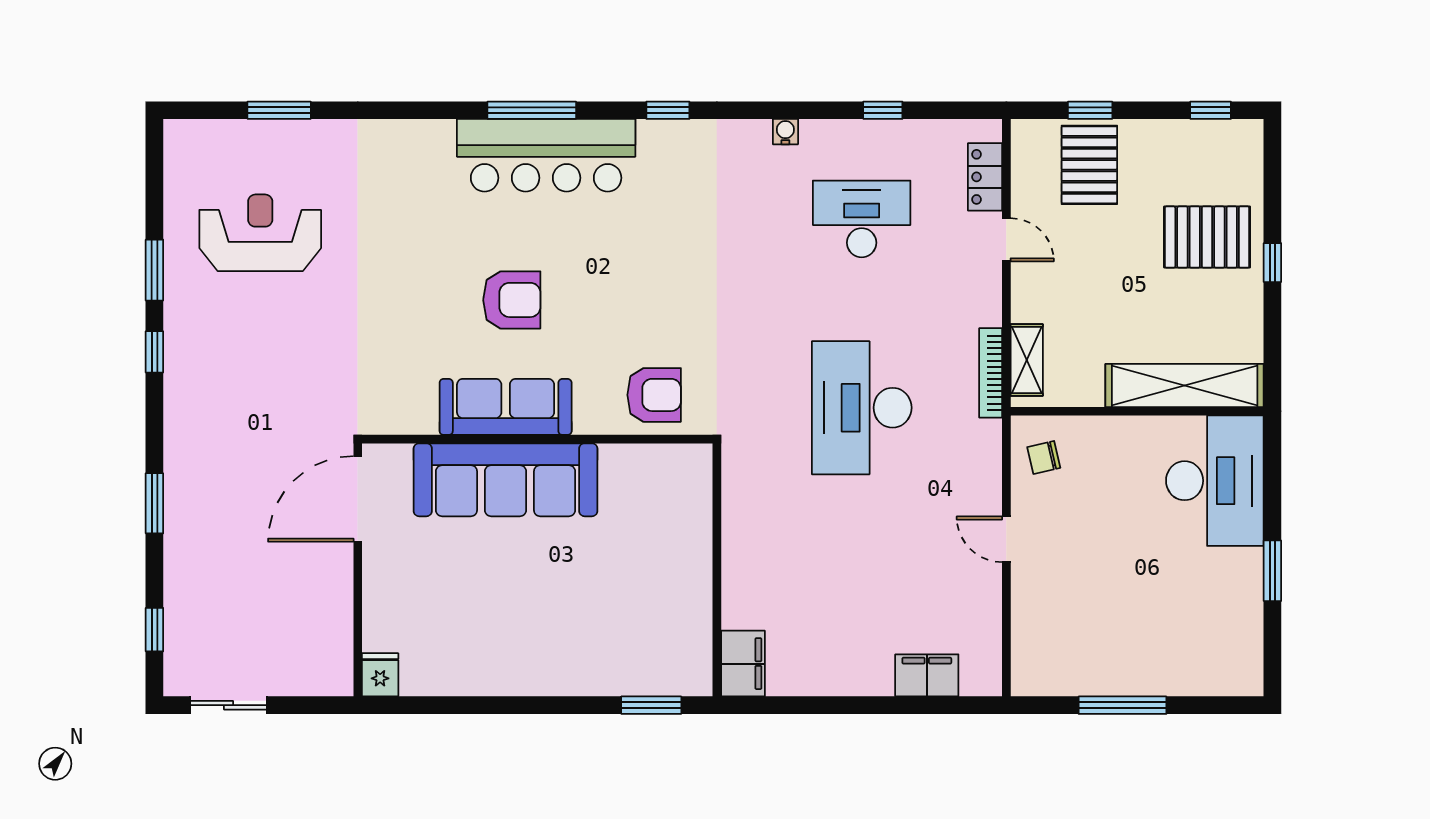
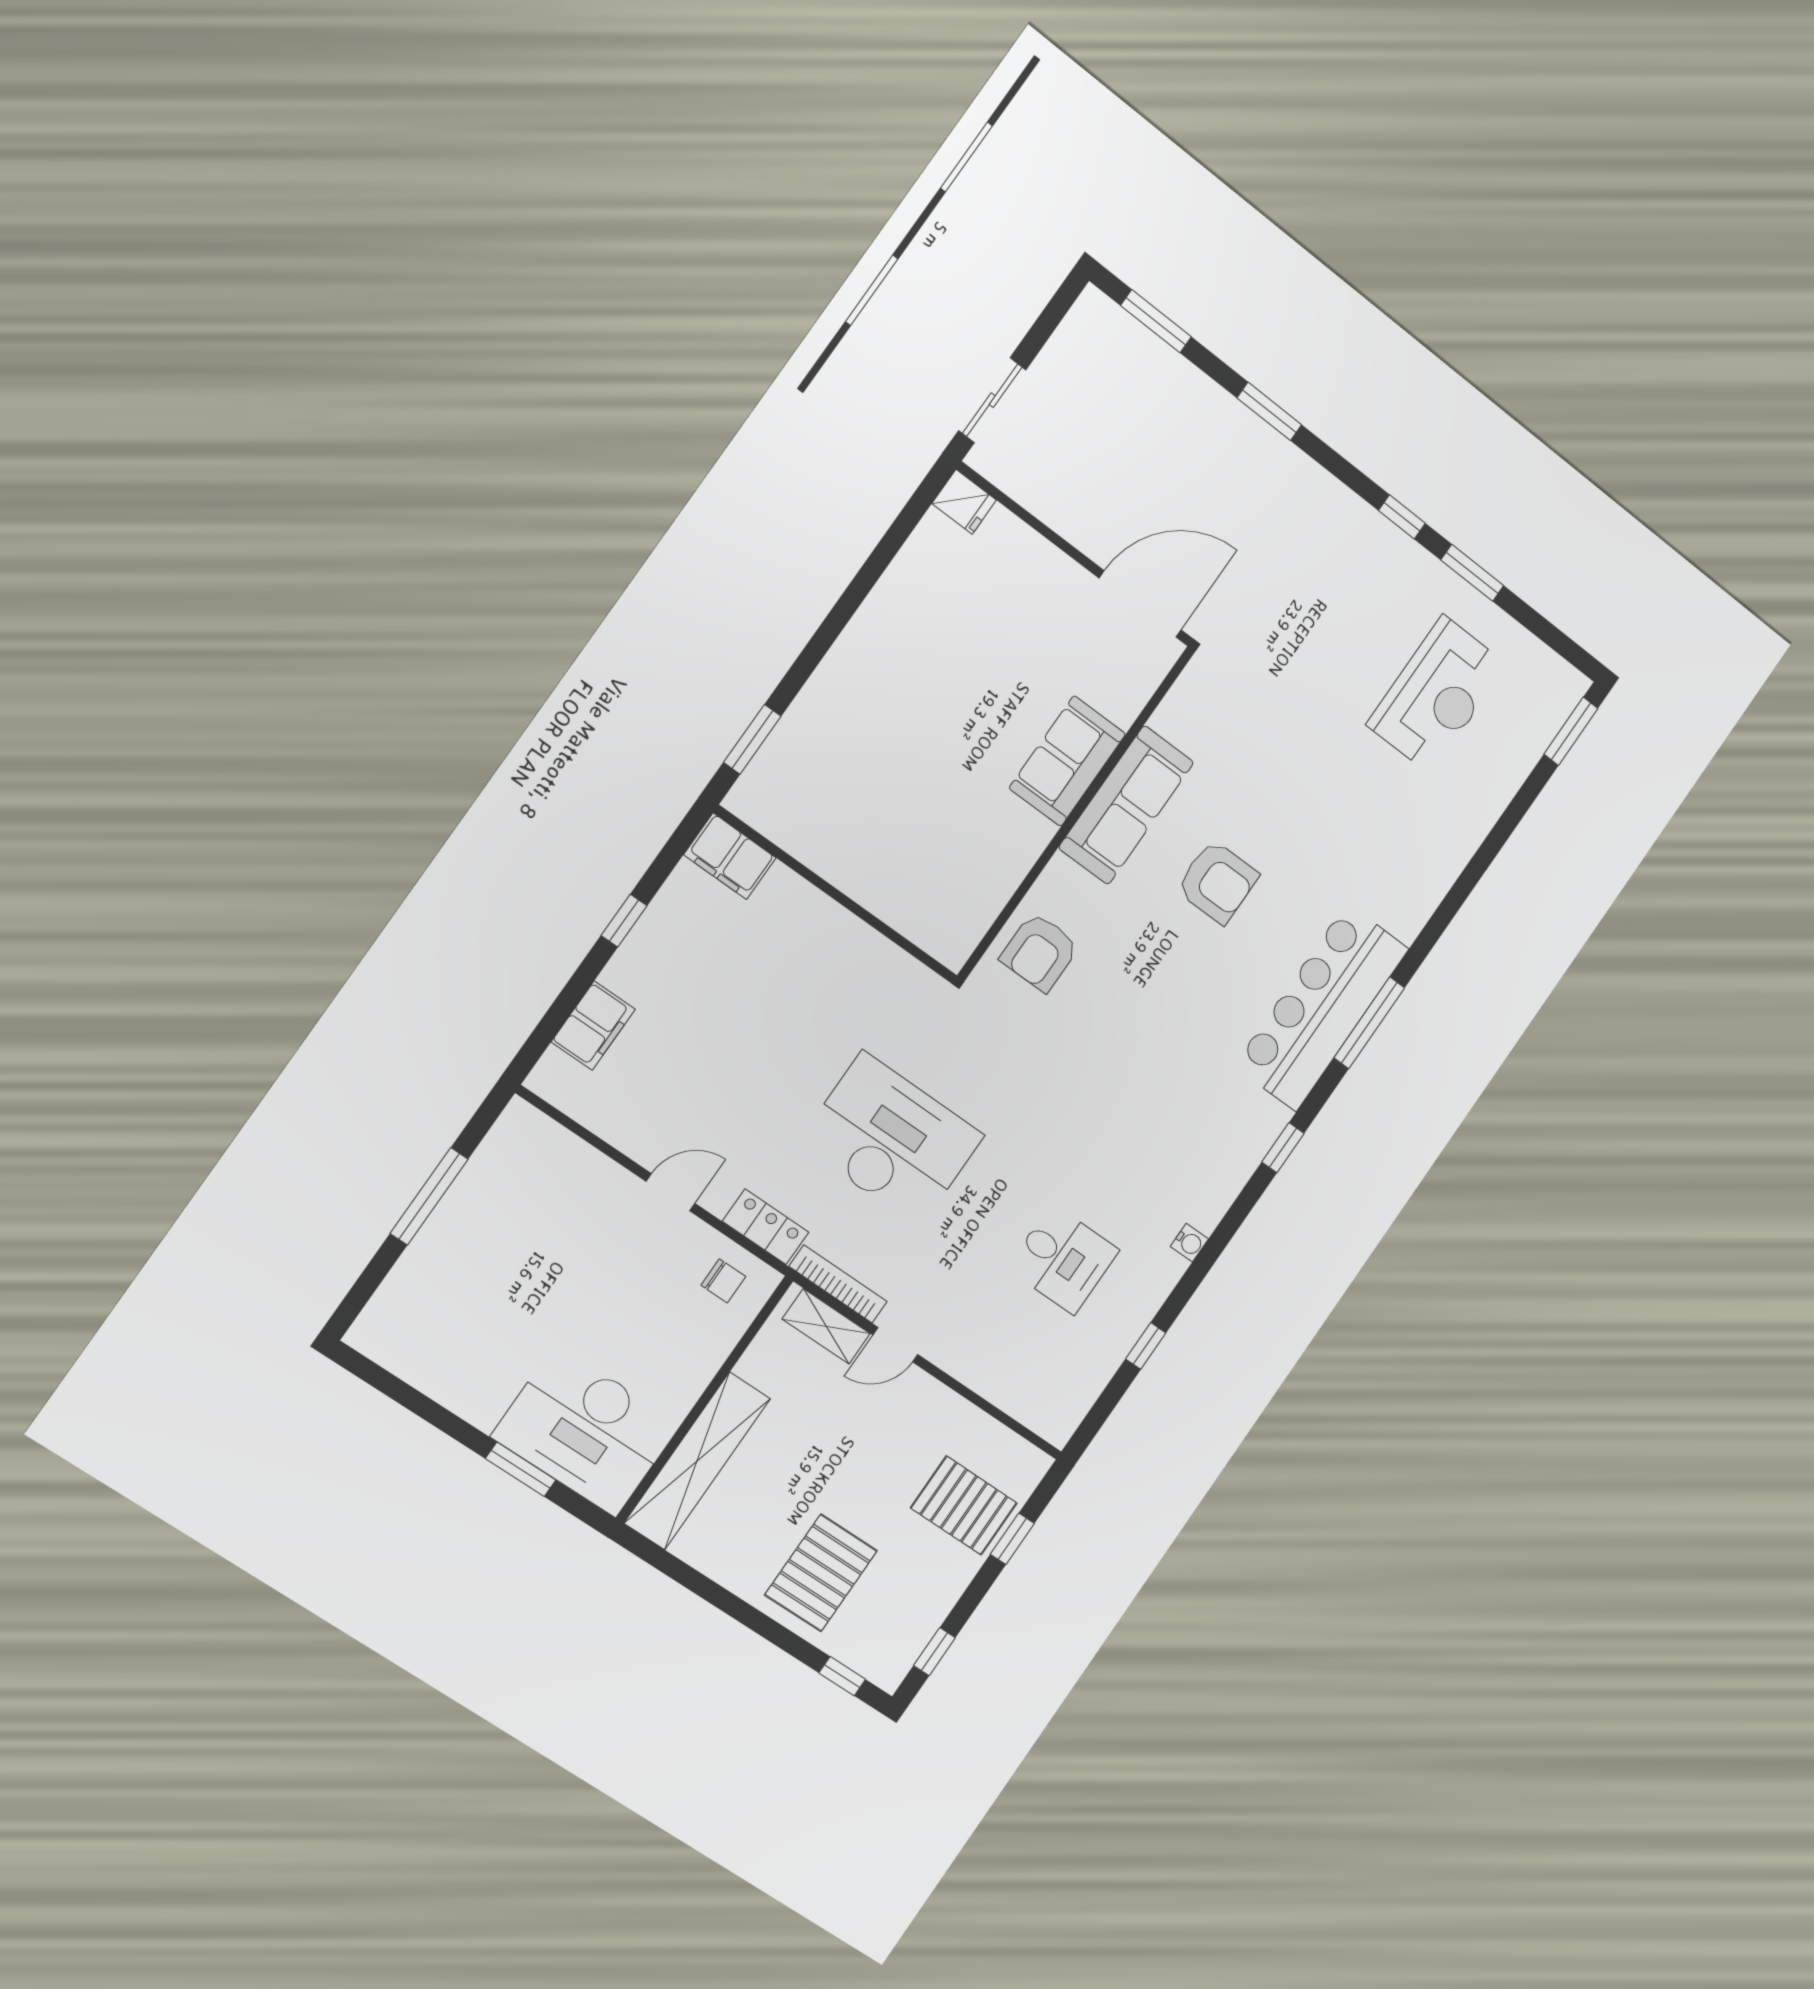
window: (279, 110) -> (1571, 731), moved
locker: (985, 177) -> (766, 1227), moved
desk: (862, 219) -> (1063, 1259), width x0.73
door: (1006, 240) -> (895, 1345), moved
window: (1272, 263) -> (842, 1676), moved
armchair: (512, 300) -> (1217, 882), turned -90
chair: (1044, 457) -> (723, 1281), turned 103
sofa: (505, 480) -> (1067, 761), width x0.54, depth x0.79
door: (358, 499) -> (1140, 604), hinge flipped
window: (1272, 571) -> (521, 1469), moved
window: (154, 630) -> (1156, 321), width x1.50
sliding door: (228, 705) -> (992, 400), moved
window: (839, 705) -> (624, 921), added

